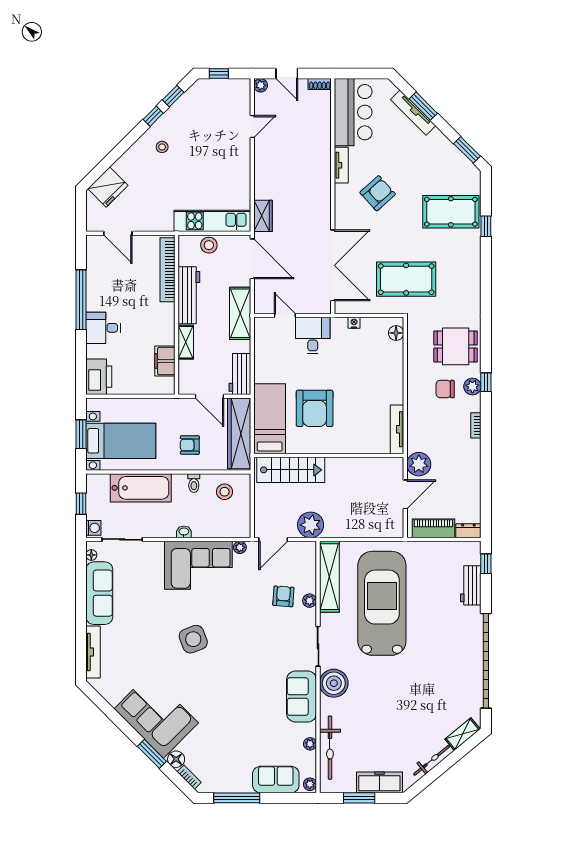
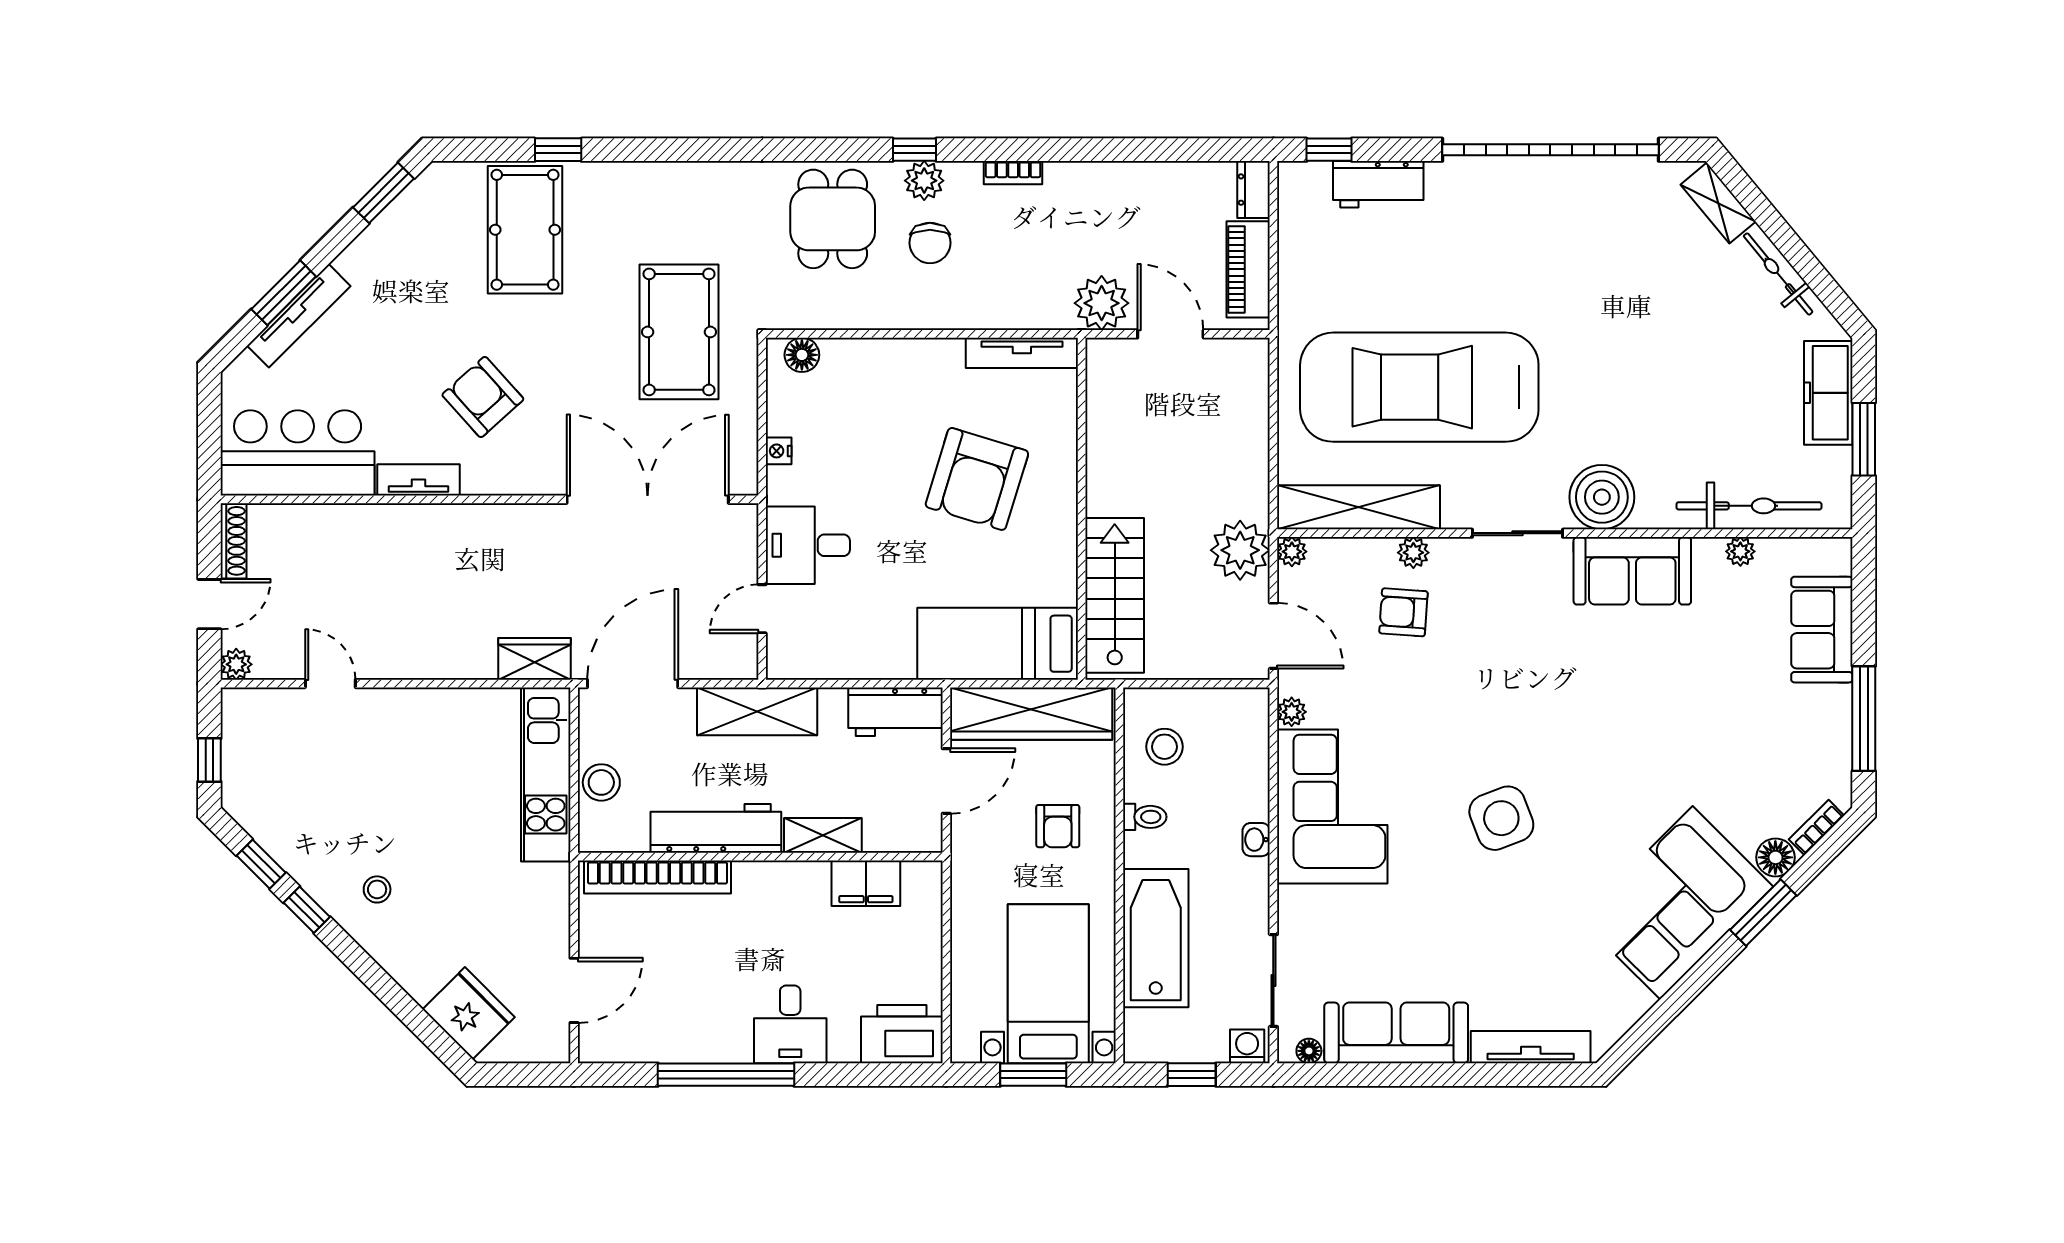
shoe rack: (320, 84) -> (233, 541), width x1.43
armchair: (315, 408) -> (977, 479), moved, turned 107
plant: (310, 784) -> (1292, 552), moved

